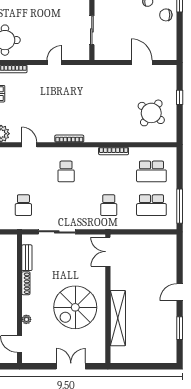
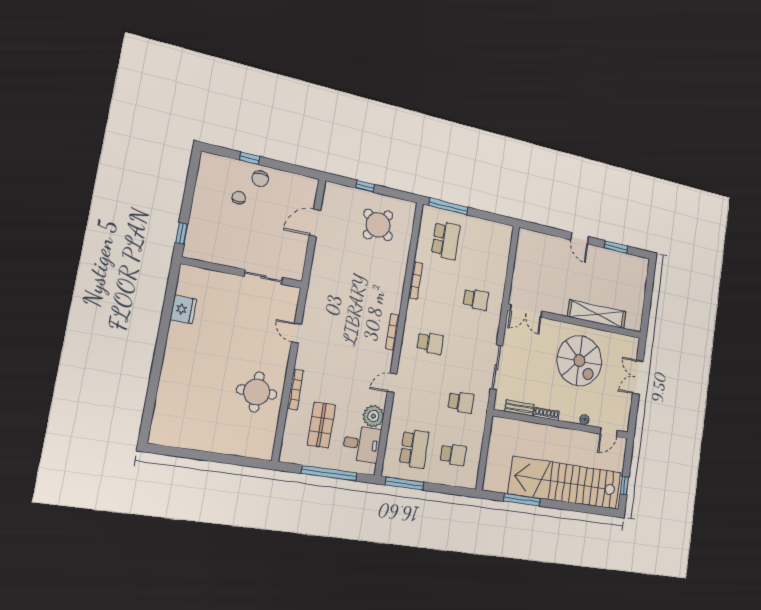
school desk: (151, 205) -> (483, 249), removed
window: (180, 206) -> (449, 206), moved

